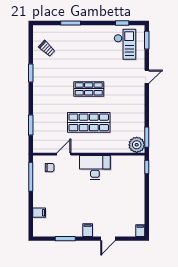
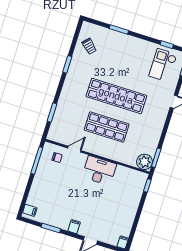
checkout: (125, 44) -> (163, 65), turned 180
shop shelf: (89, 89) -> (116, 96), width x2.00, depth x1.36
filing cabinet: (39, 213) -> (30, 210), moved

